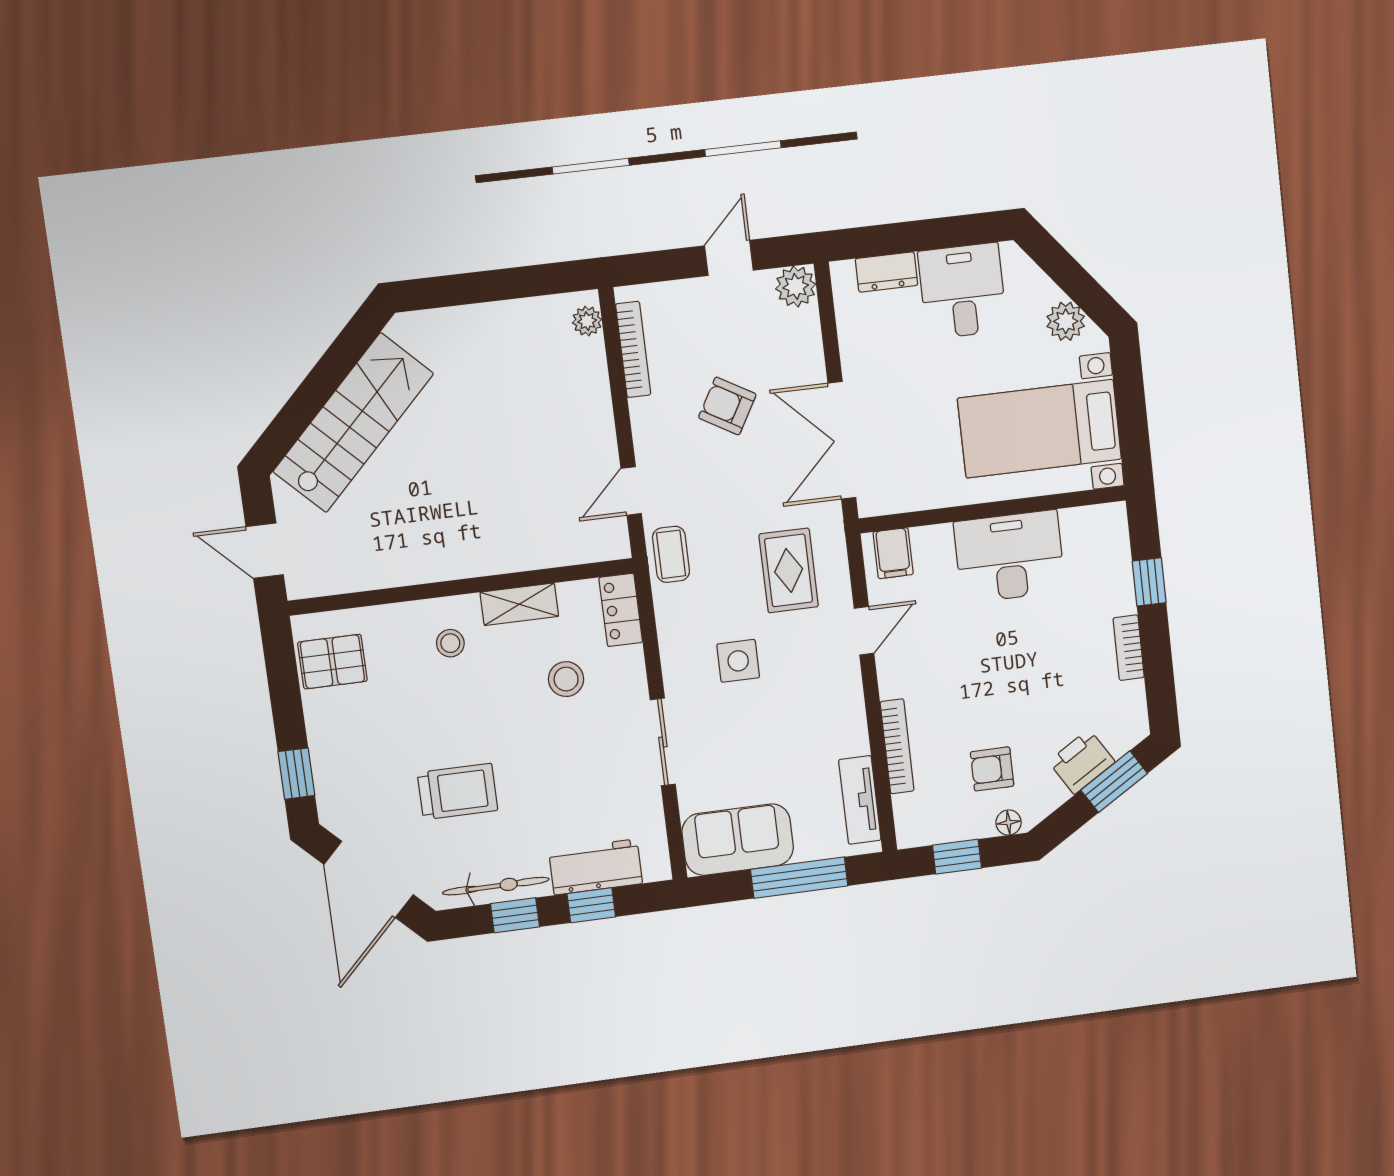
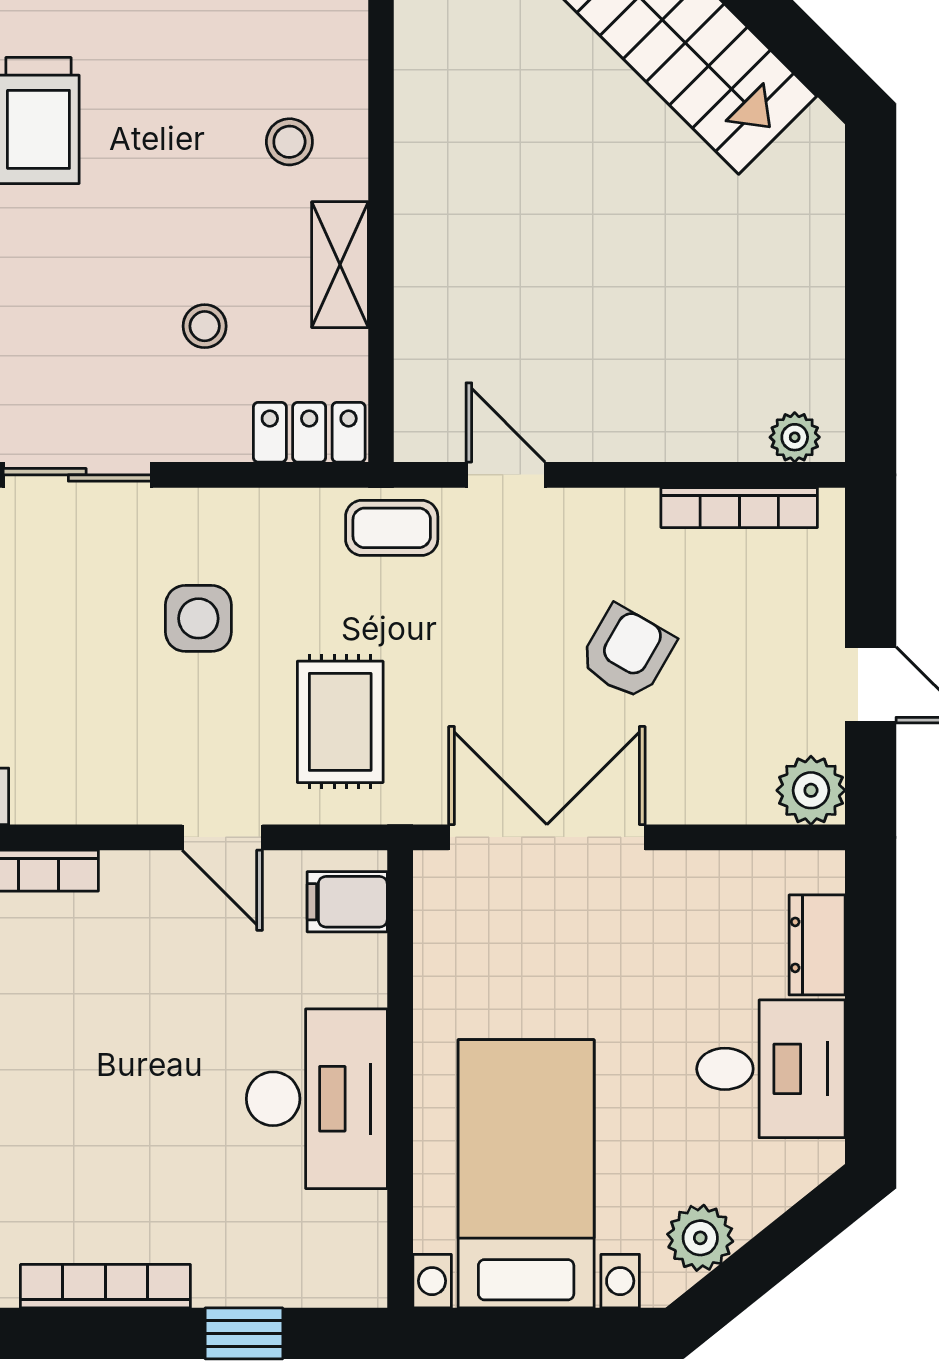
rug: (789, 570) -> (340, 722), turned 90
bookcase: (1129, 648) -> (105, 1286), width x1.56
stool: (566, 679) -> (205, 326), width x0.73, depth x0.73

